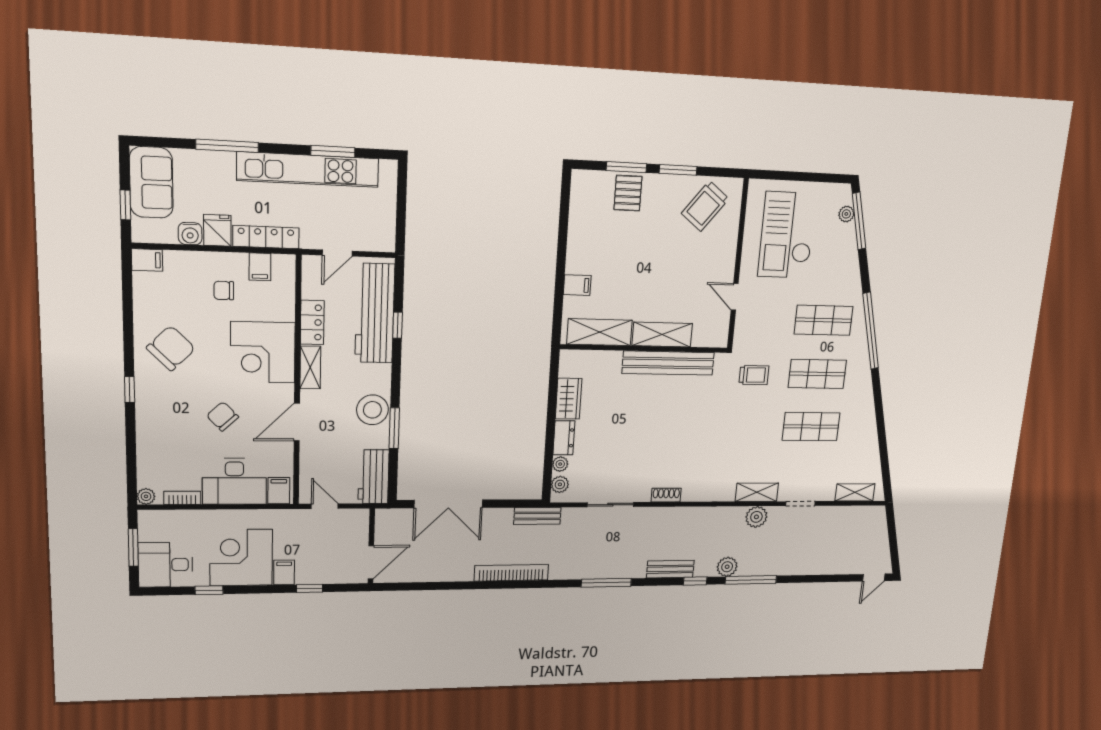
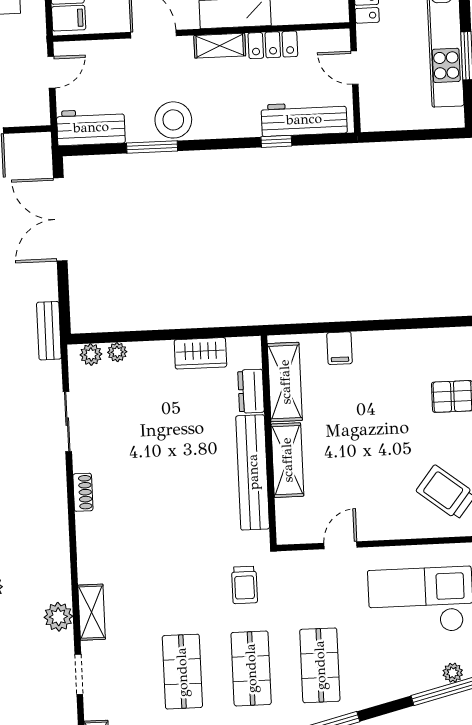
workbench: (375, 313) -> (304, 119), width x0.73, depth x0.76
dresser: (564, 438) -> (251, 391), moved, turned 90

